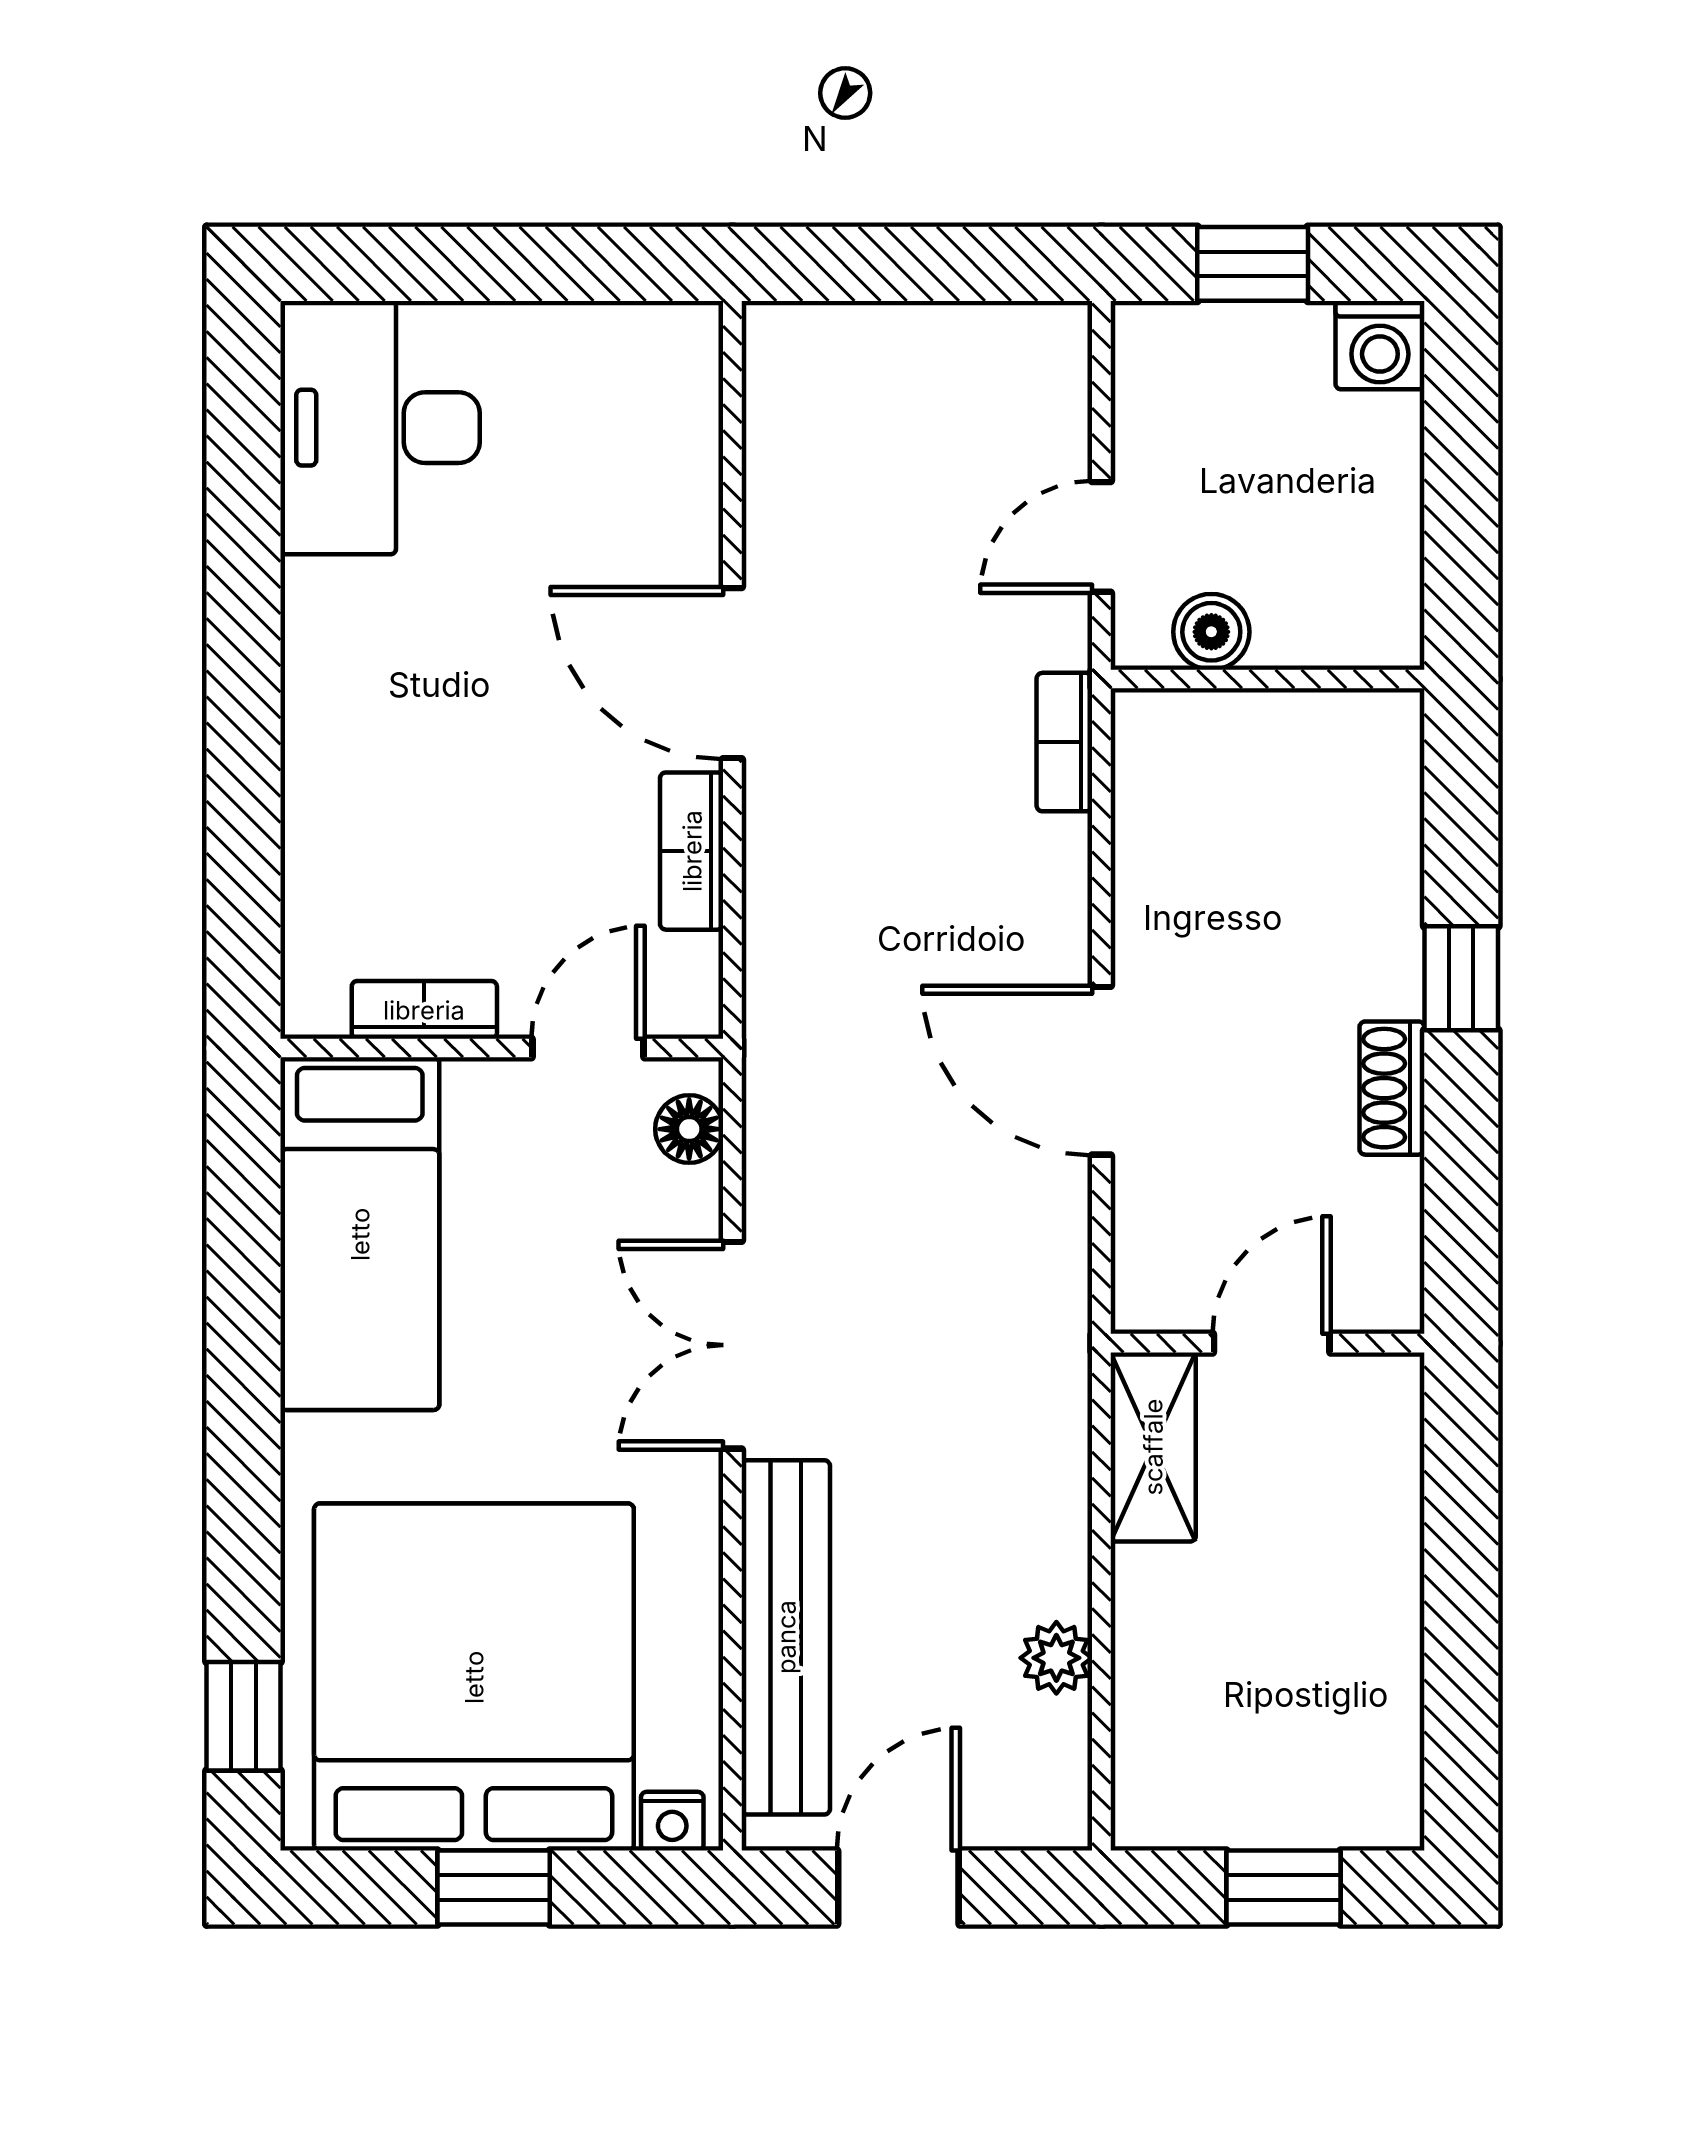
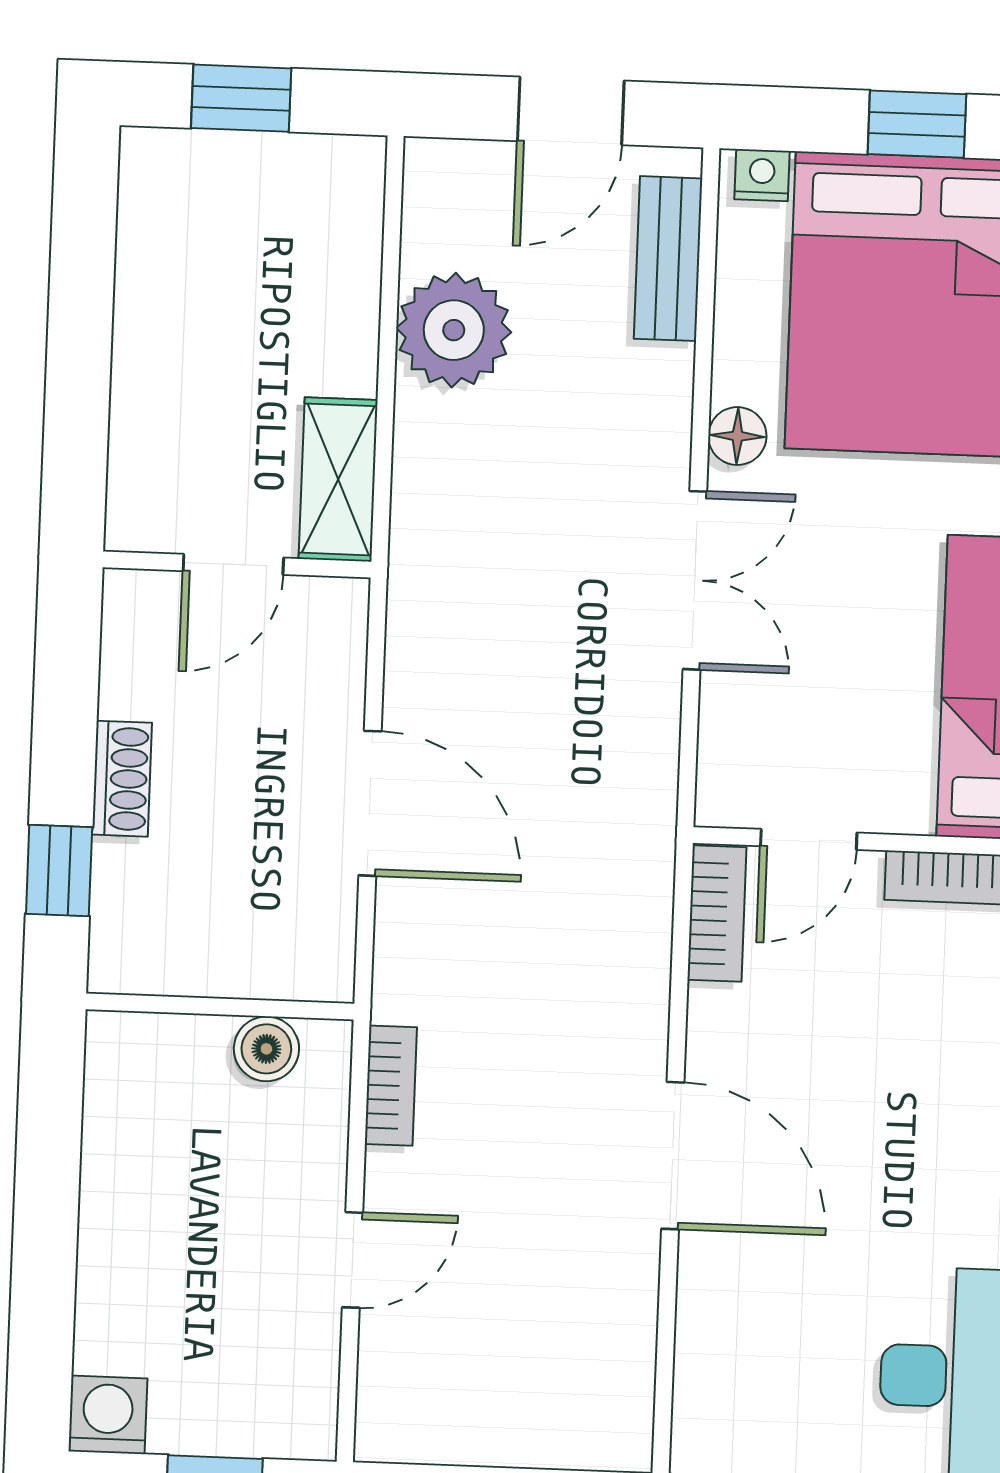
boiler: (1211, 632) -> (266, 1049), moved
wall: (1267, 679) -> (220, 1007), moved
bookcase: (692, 851) -> (717, 913), moved
floor lamp: (689, 1129) -> (737, 436), moved
bench: (786, 1637) -> (668, 259), width x0.54, depth x0.82
plant: (1056, 1658) -> (454, 330), width x1.88, depth x1.88

